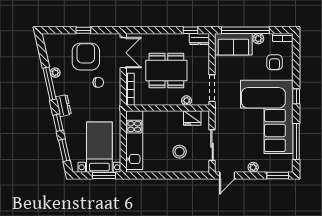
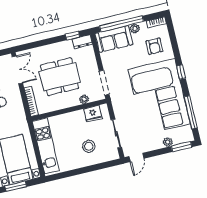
plant: (253, 167) -> (168, 142), moved
window: (104, 176) -> (16, 186), moved

